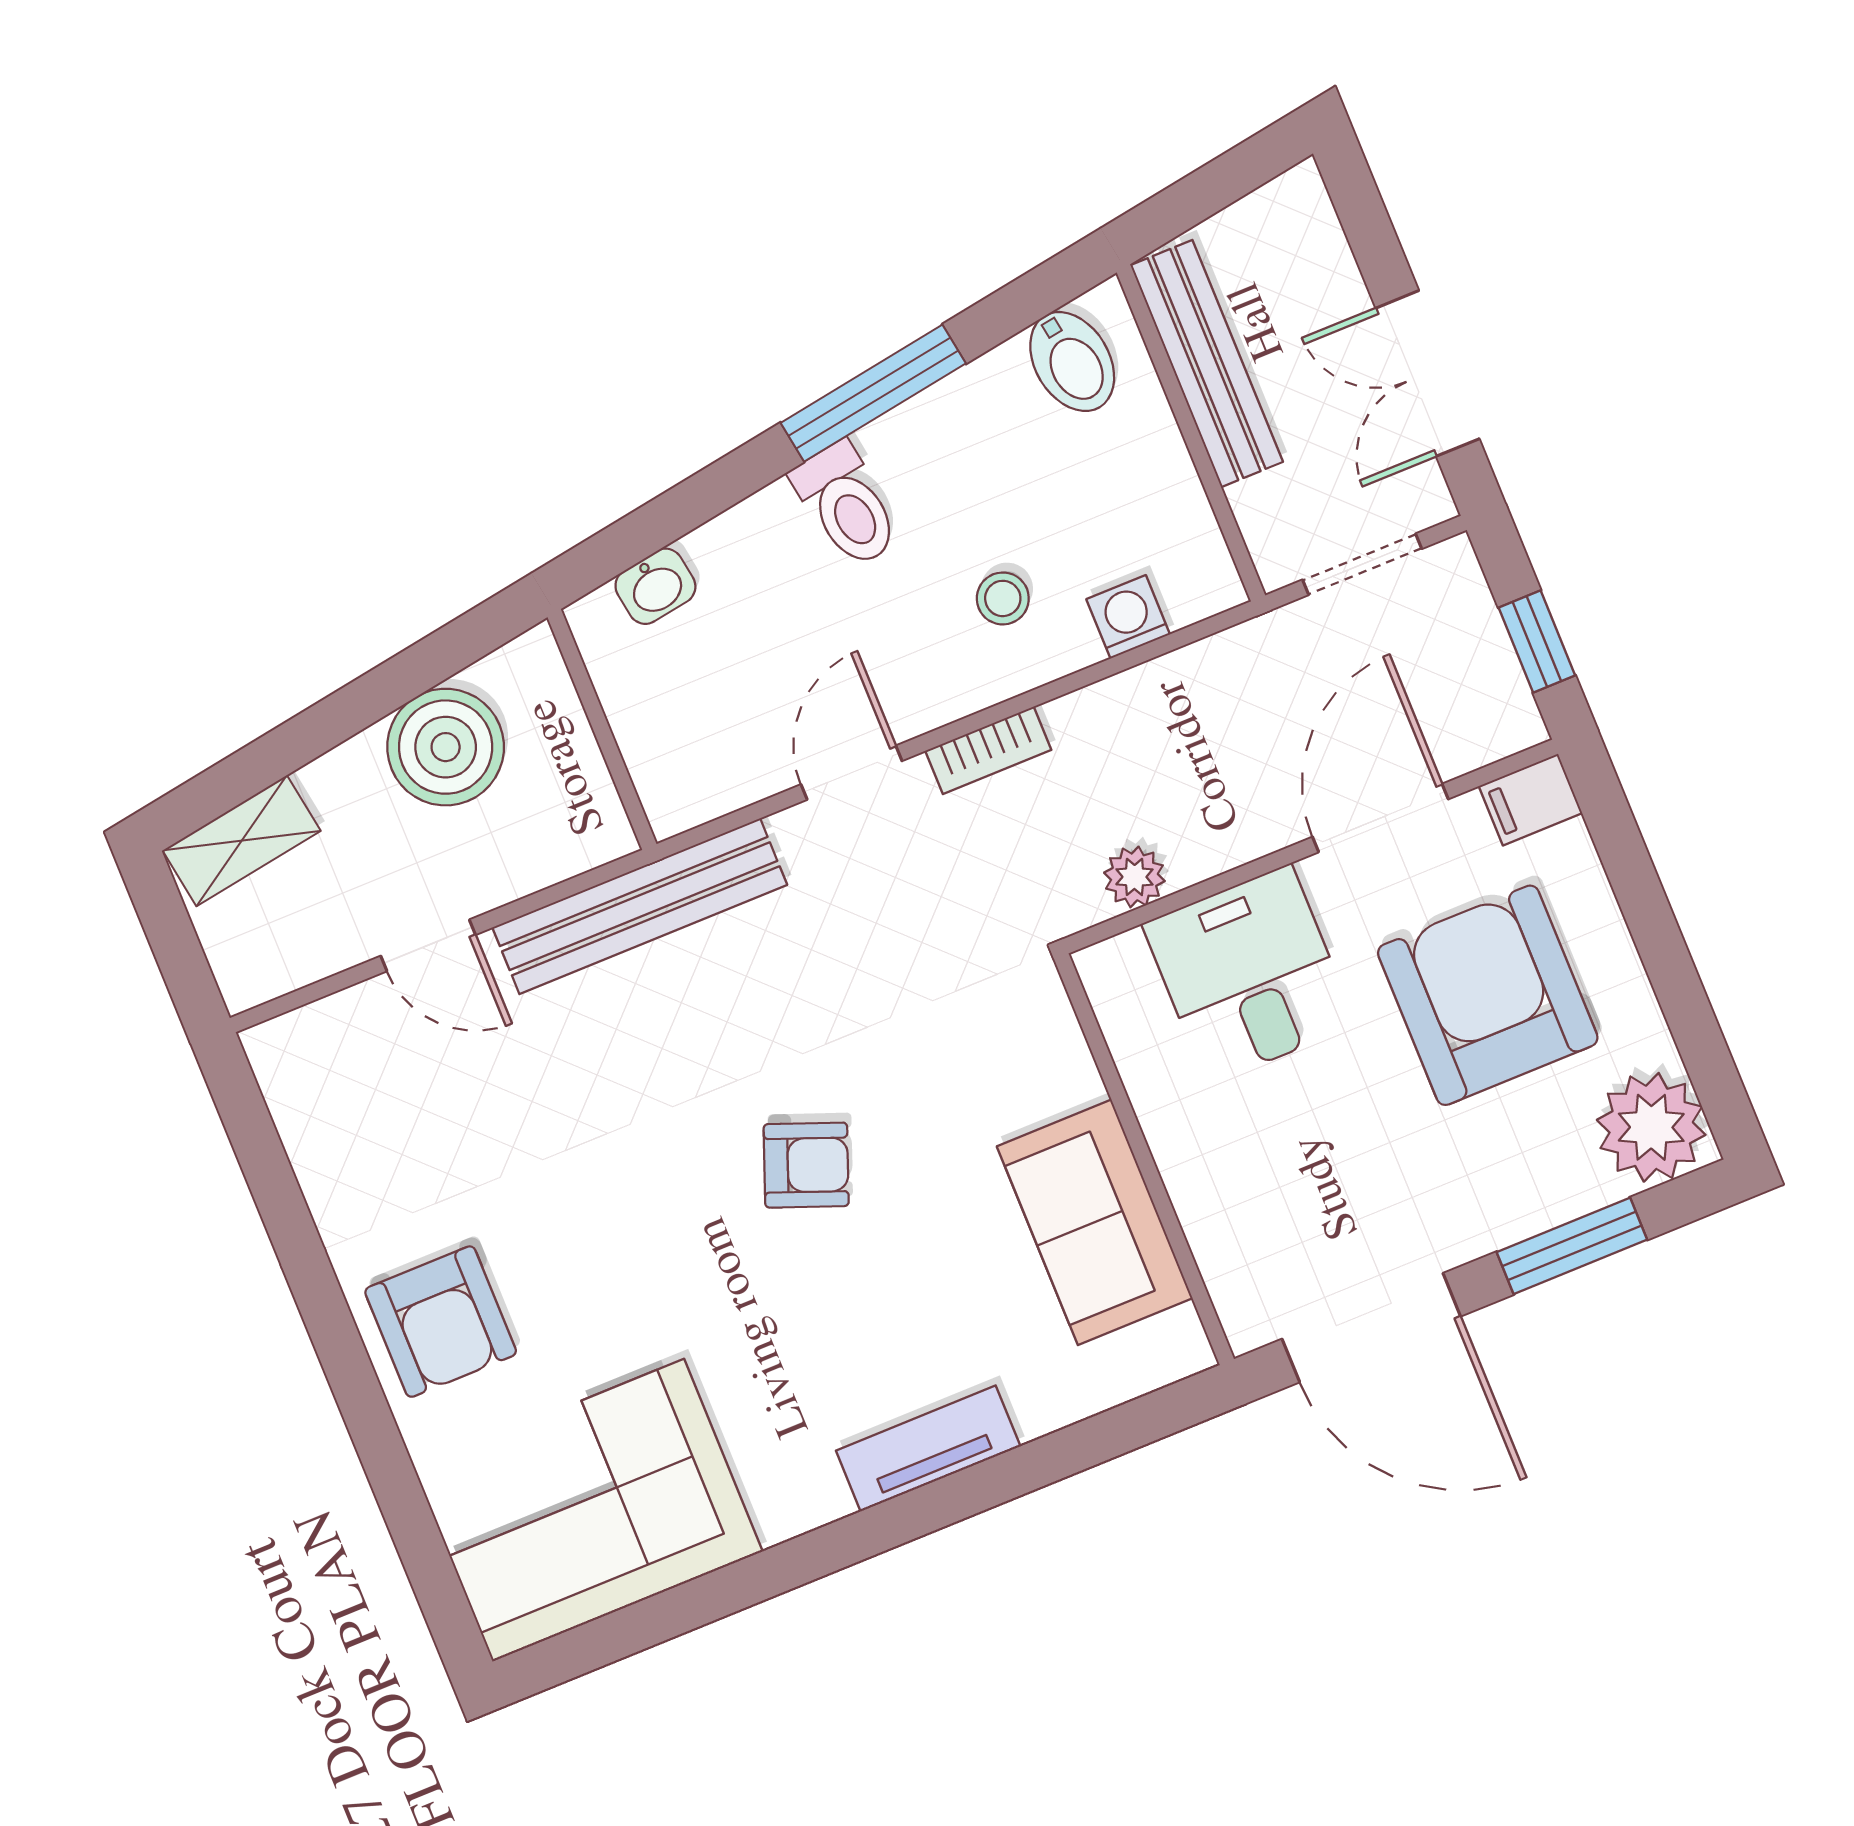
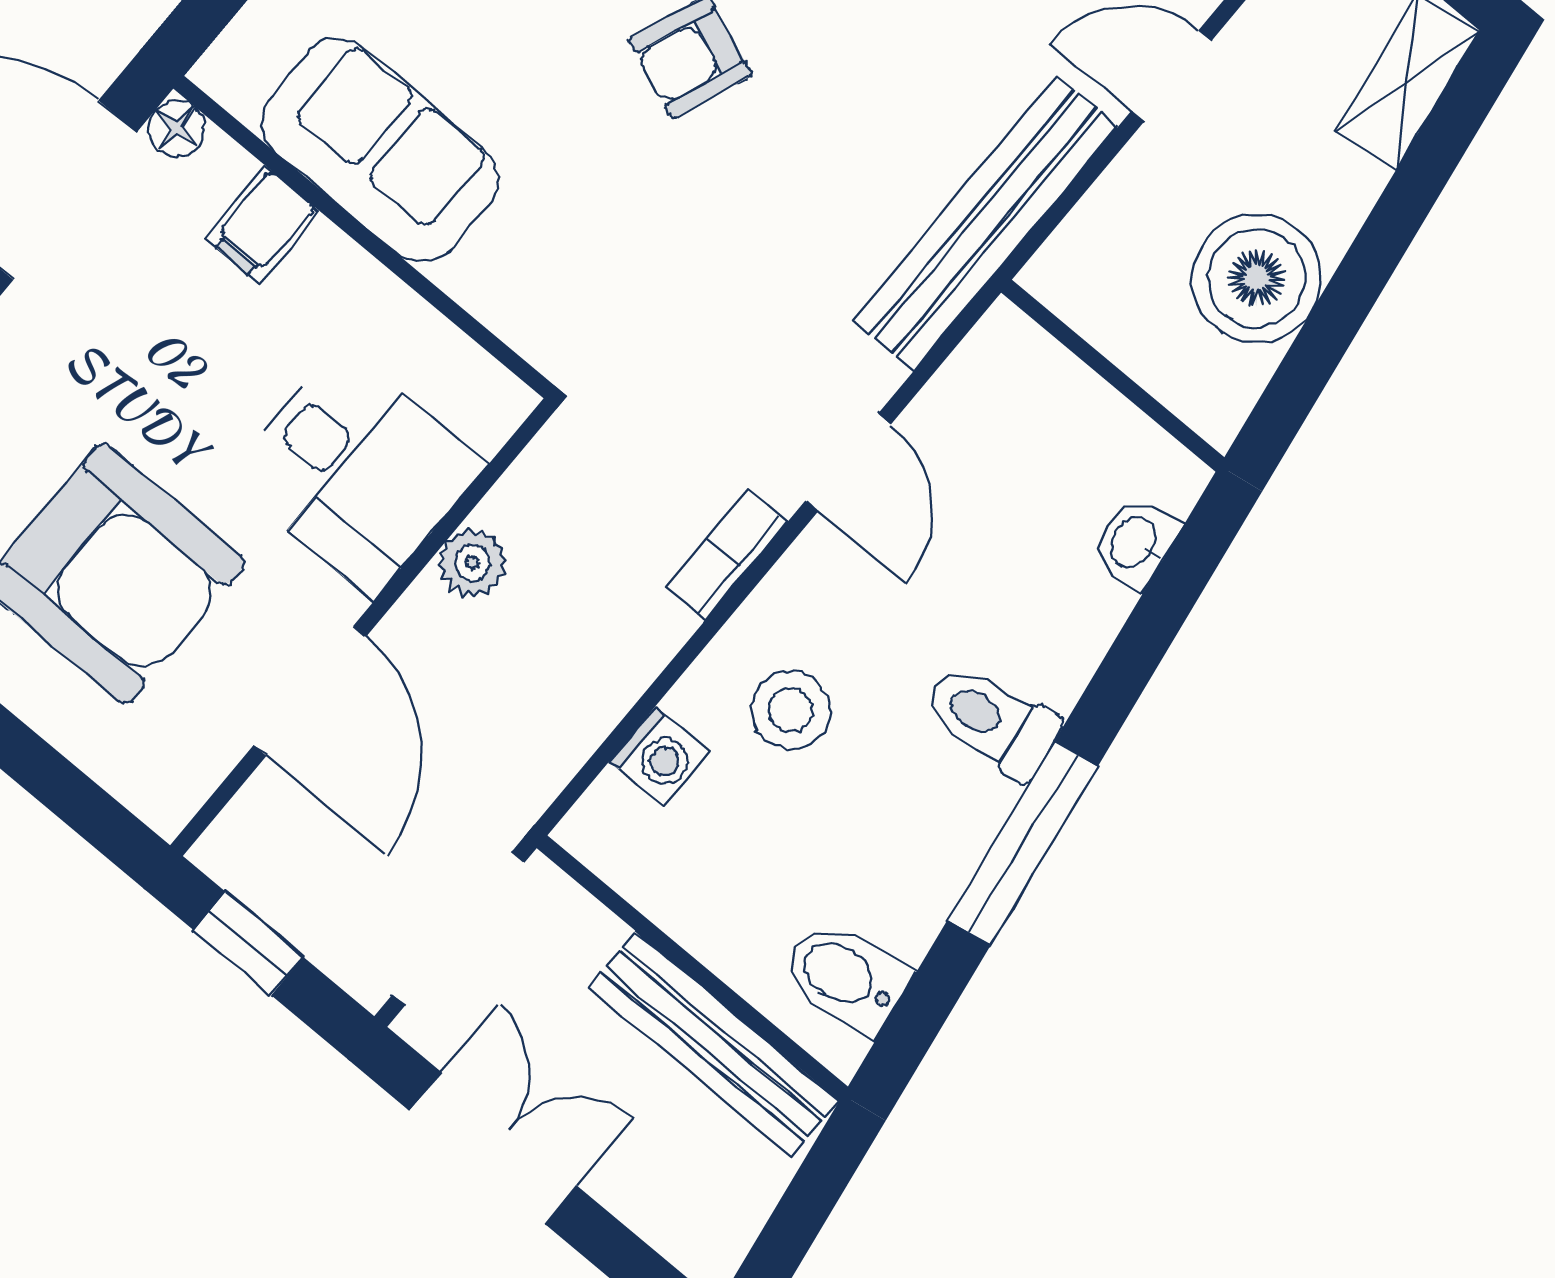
doorway: (1362, 564) -> (458, 929), width x1.38
stool: (1003, 598) -> (791, 710), width x1.37, depth x1.37
filing cabinet: (1531, 800) -> (263, 225), moved, turned 180
plant: (1134, 877) -> (472, 563), moved
floor lamp: (1248, 1326) -> (177, 128), added

